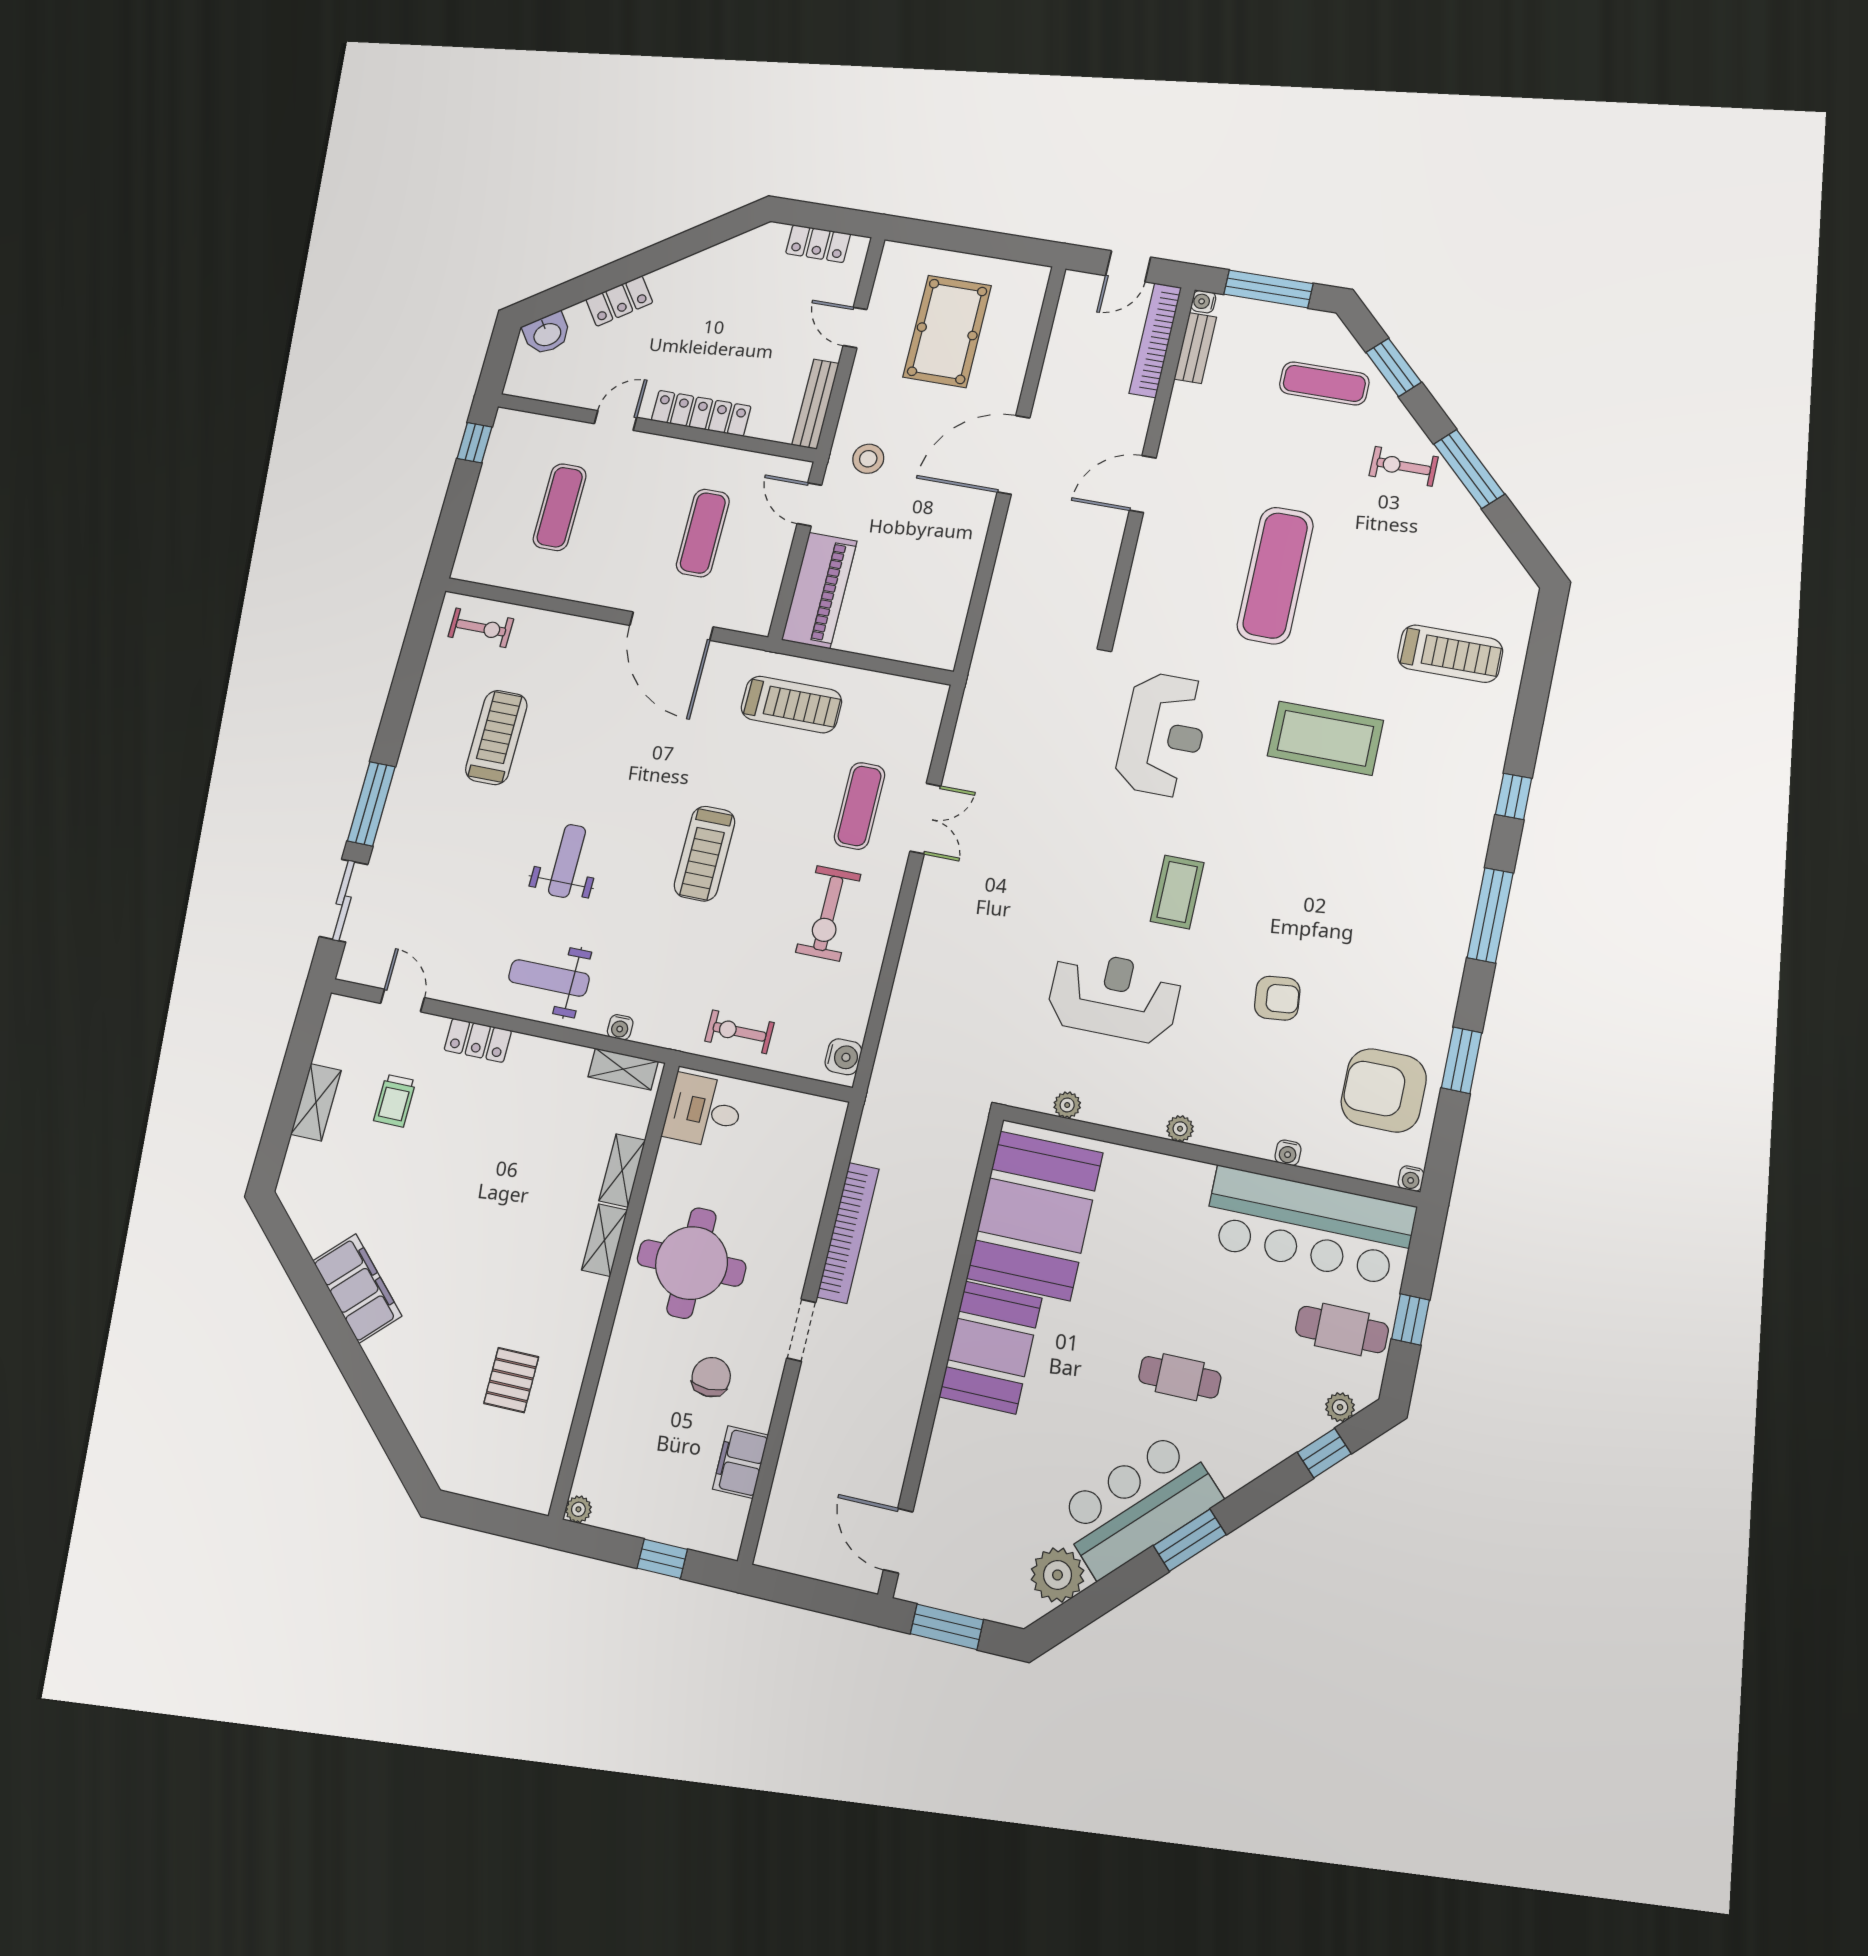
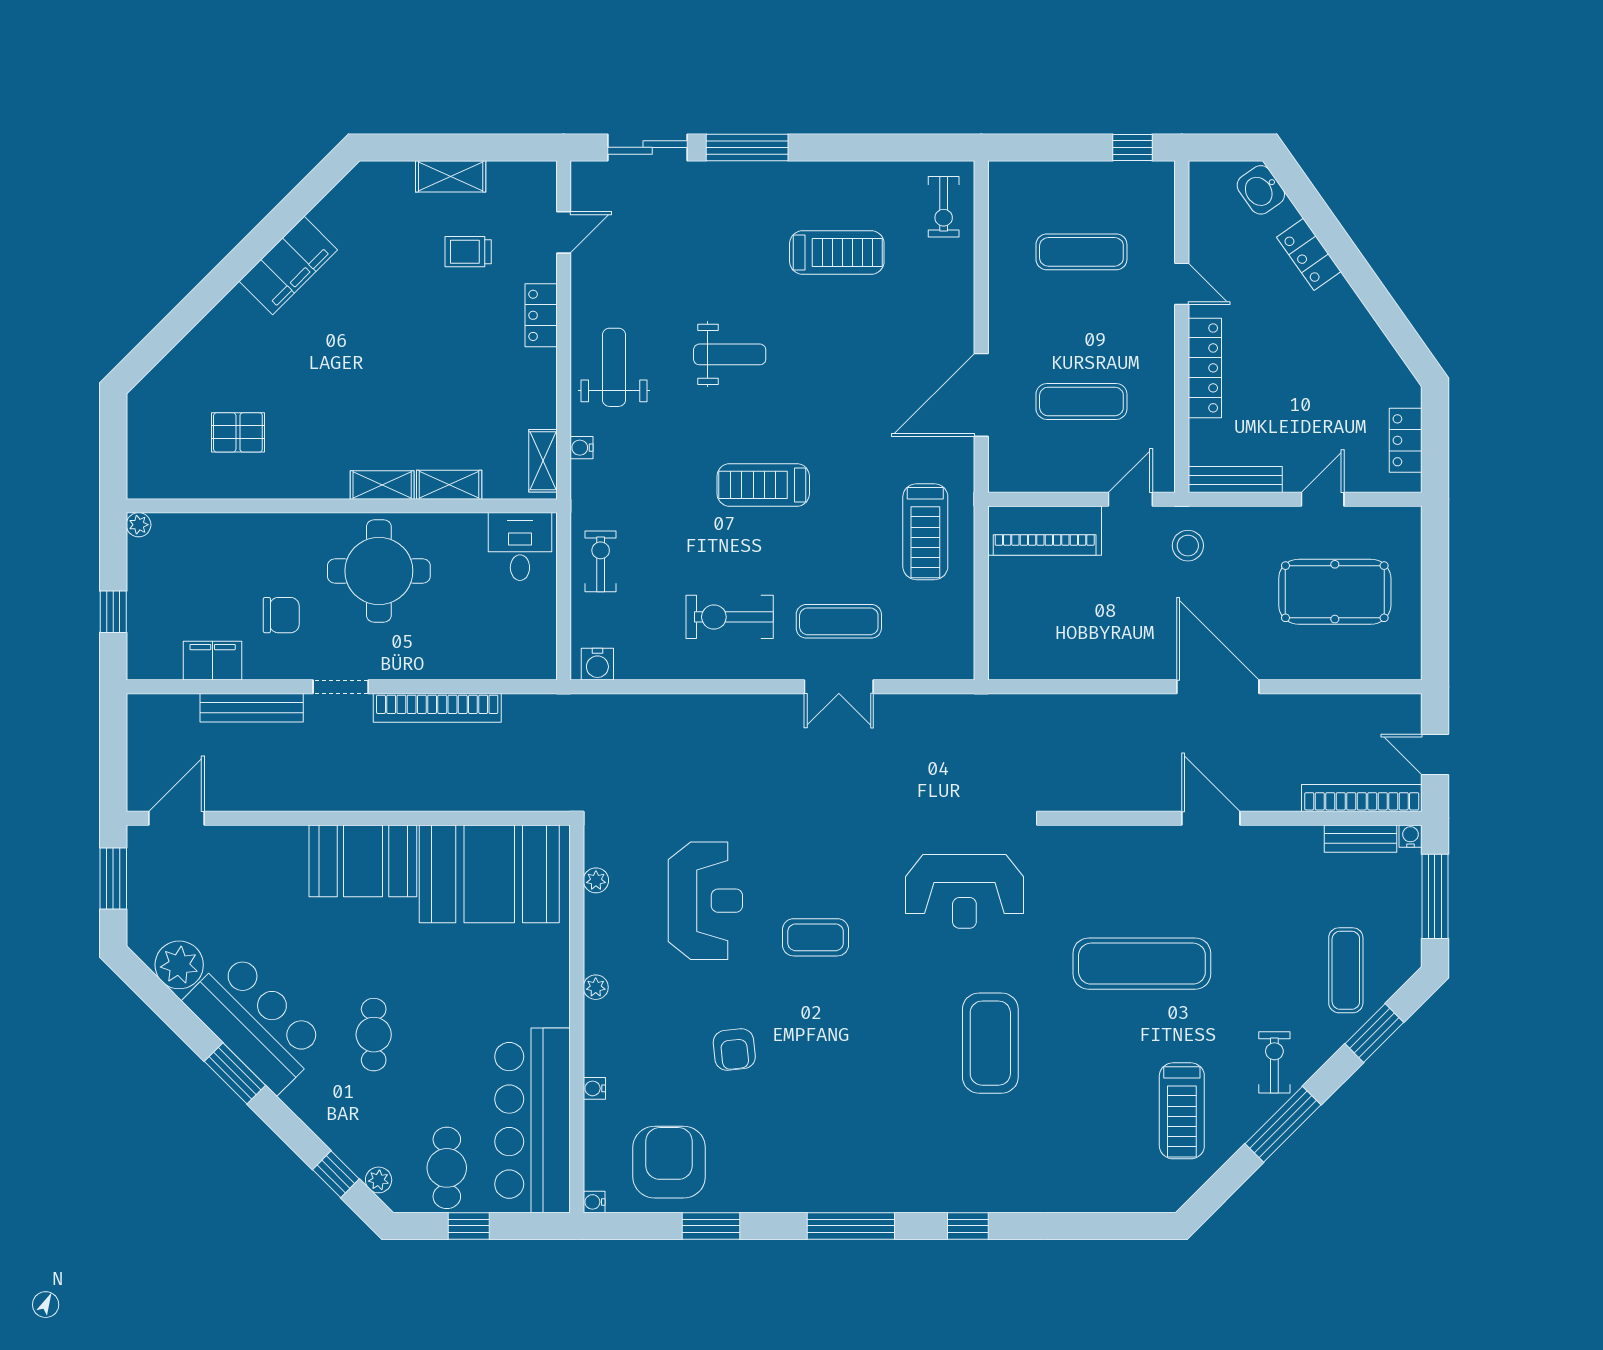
treadmill: (1450, 654) -> (1182, 1111), moved
bench: (800, 1431) -> (252, 708), added

